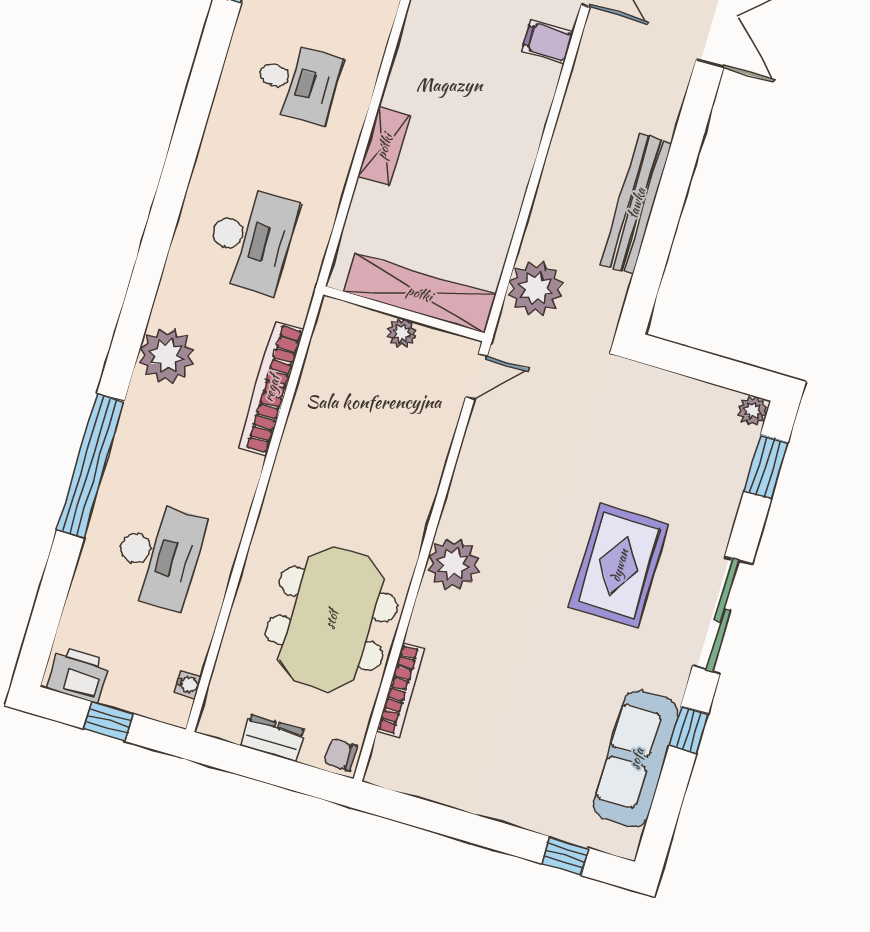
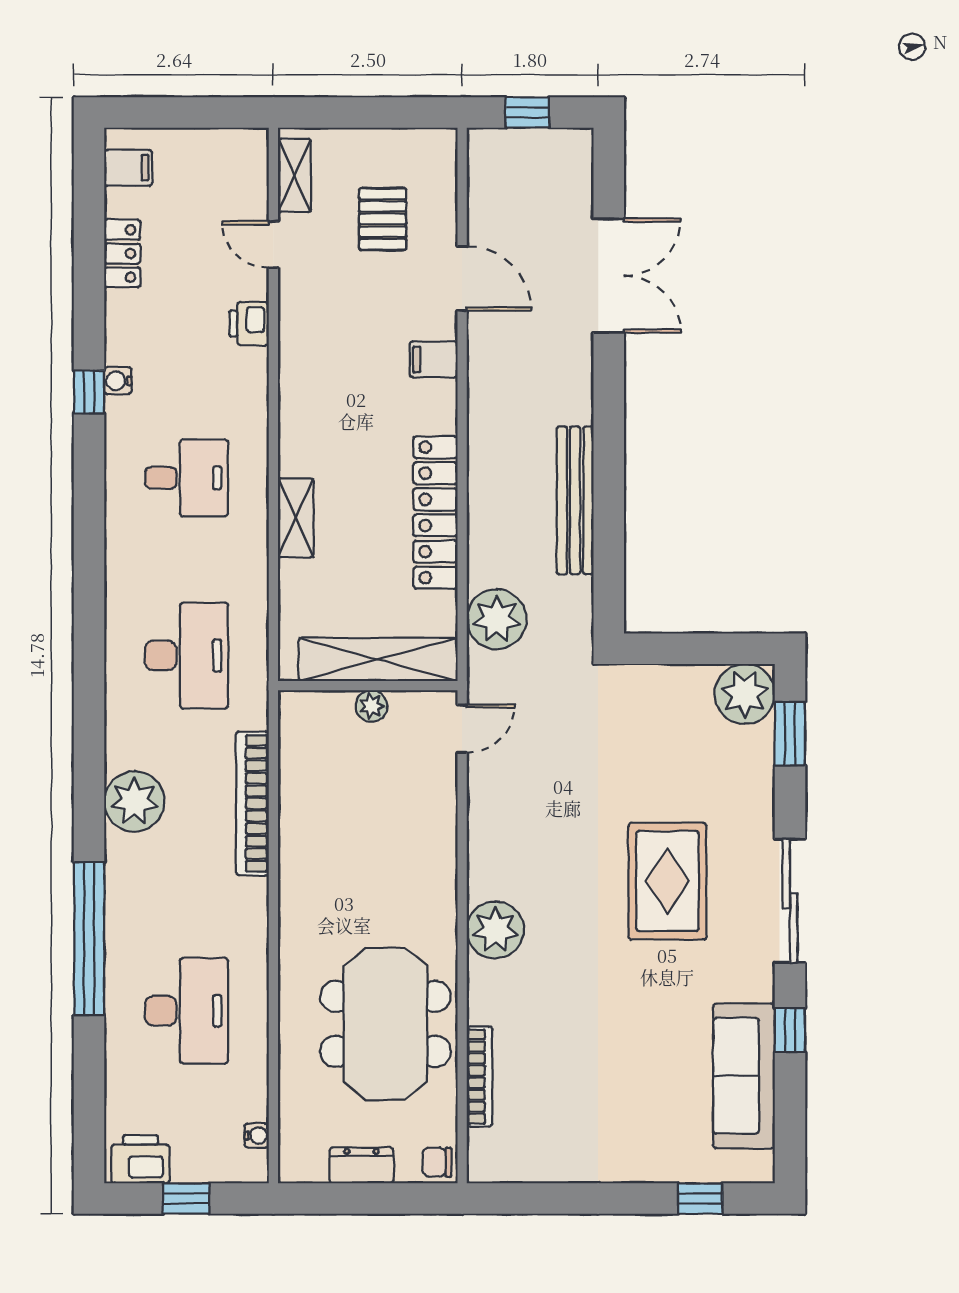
locker: (509, 178) -> (435, 512), added
plant: (752, 411) -> (745, 694), width x1.87, depth x1.87

